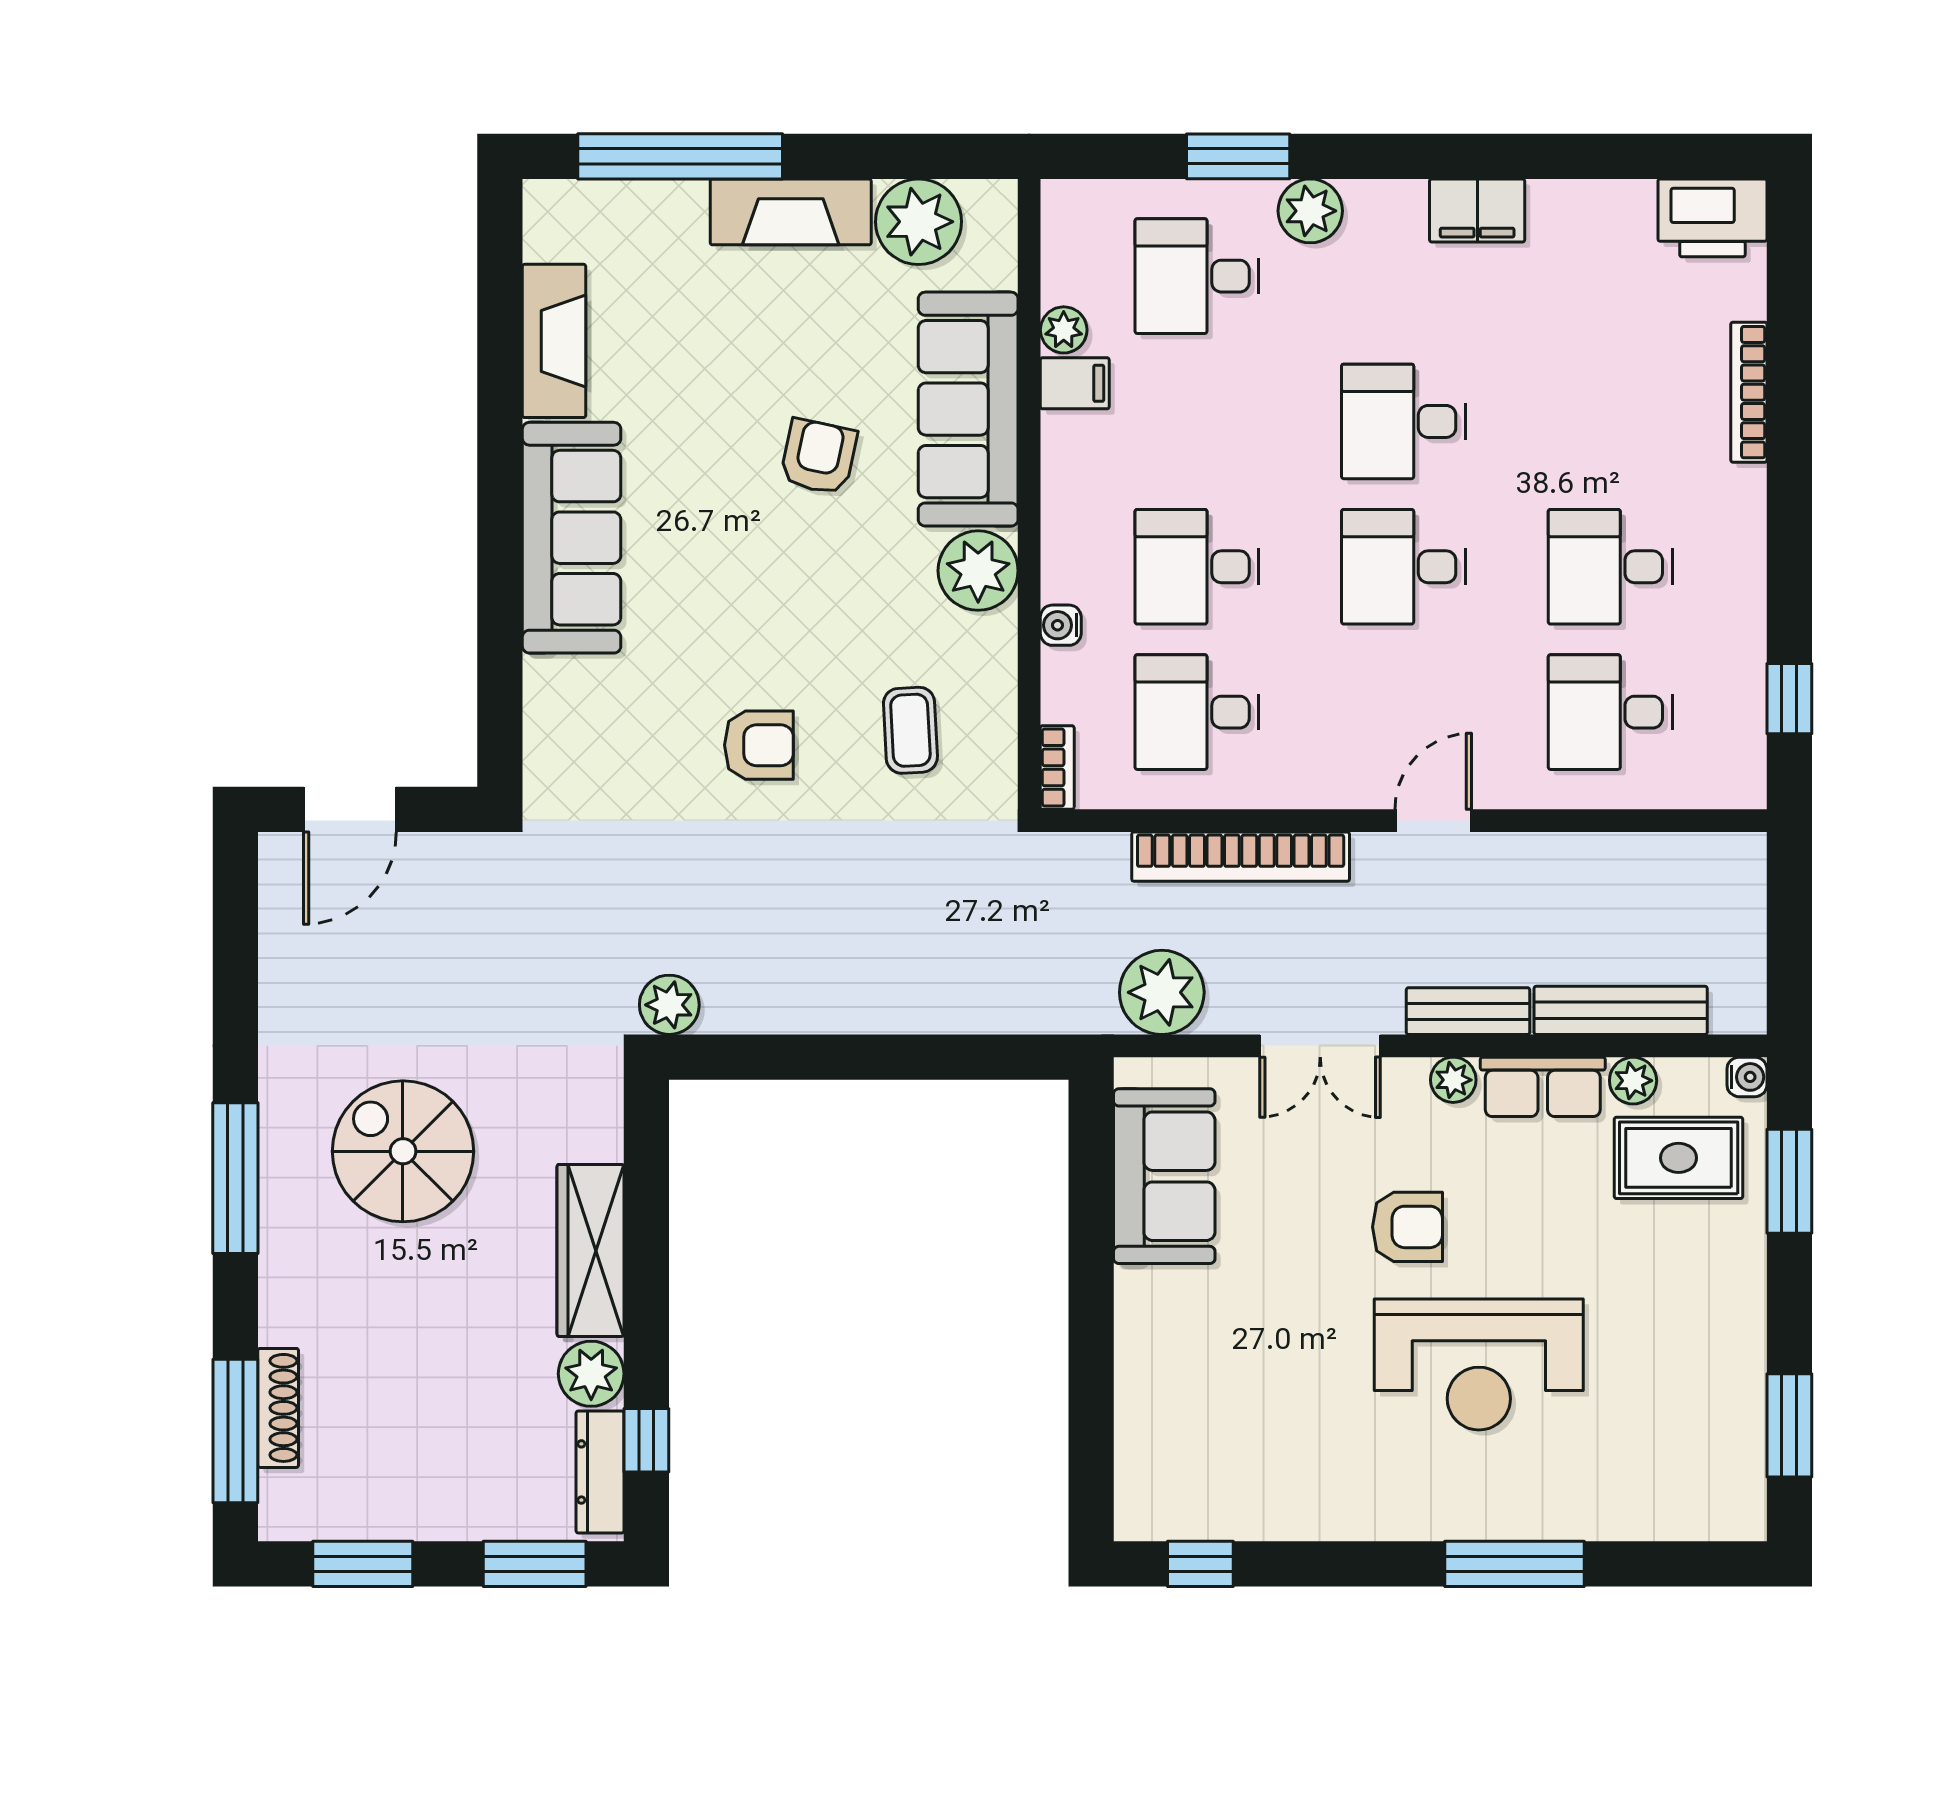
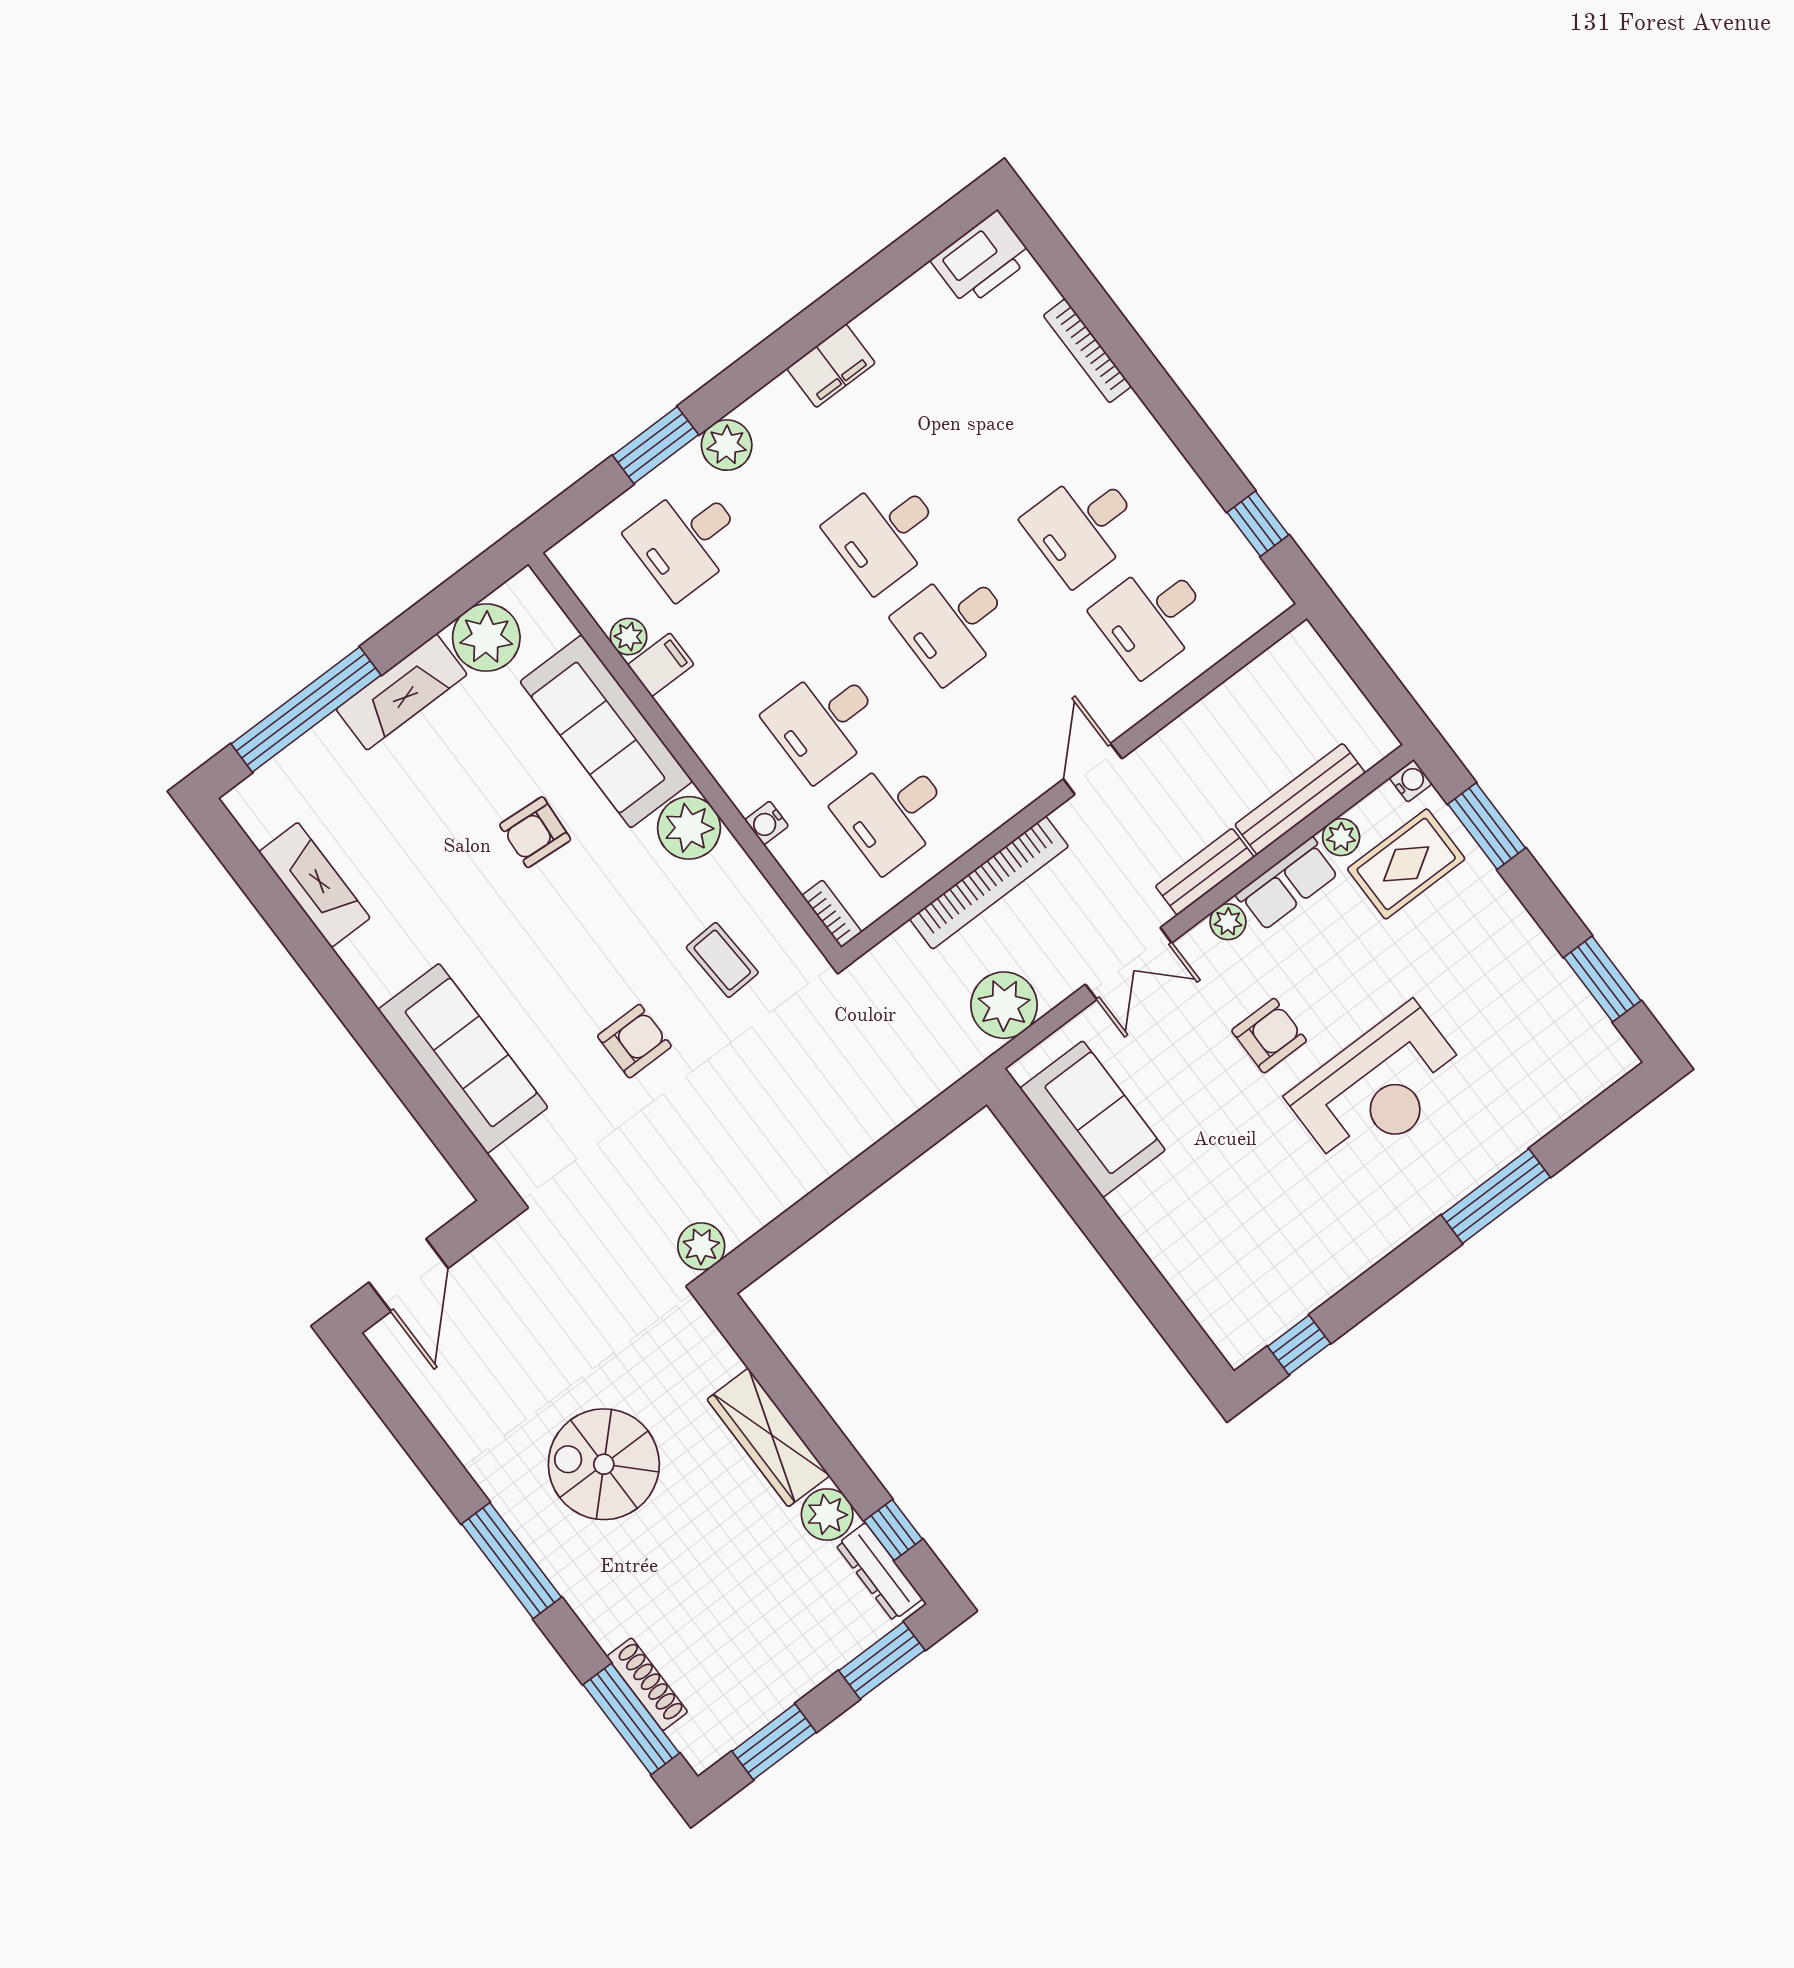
armchair: (819, 457) -> (535, 832), turned -98
sofa: (572, 538) -> (463, 1058), moved

